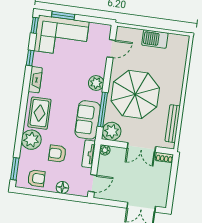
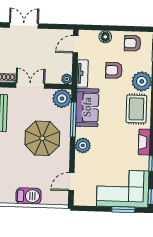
parasol: (135, 94) -> (42, 138), width x0.73, depth x0.73
armchair: (57, 154) -> (114, 70), turned 180

